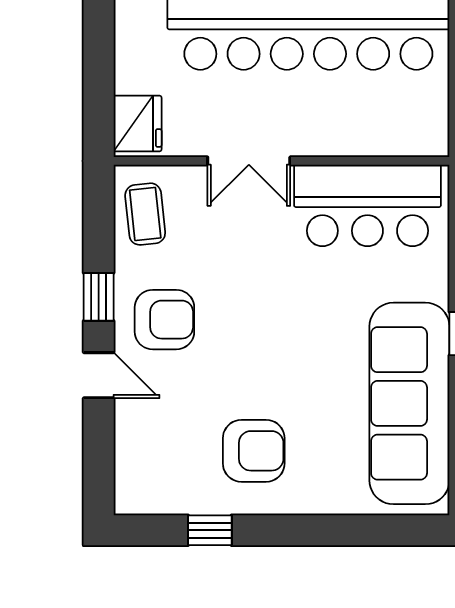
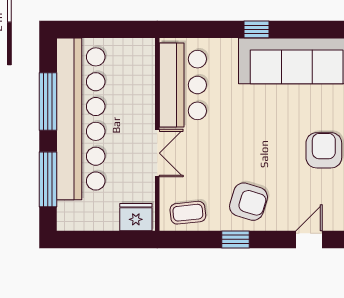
armchair: (164, 320) -> (248, 202), turned 107
door: (99, 375) -> (309, 239), moved

